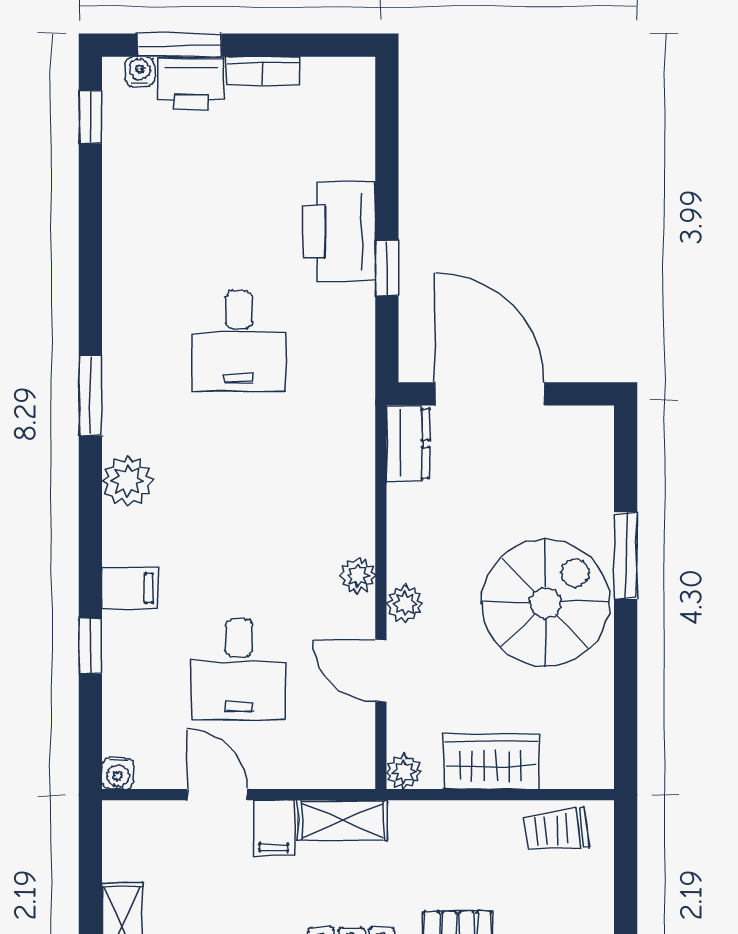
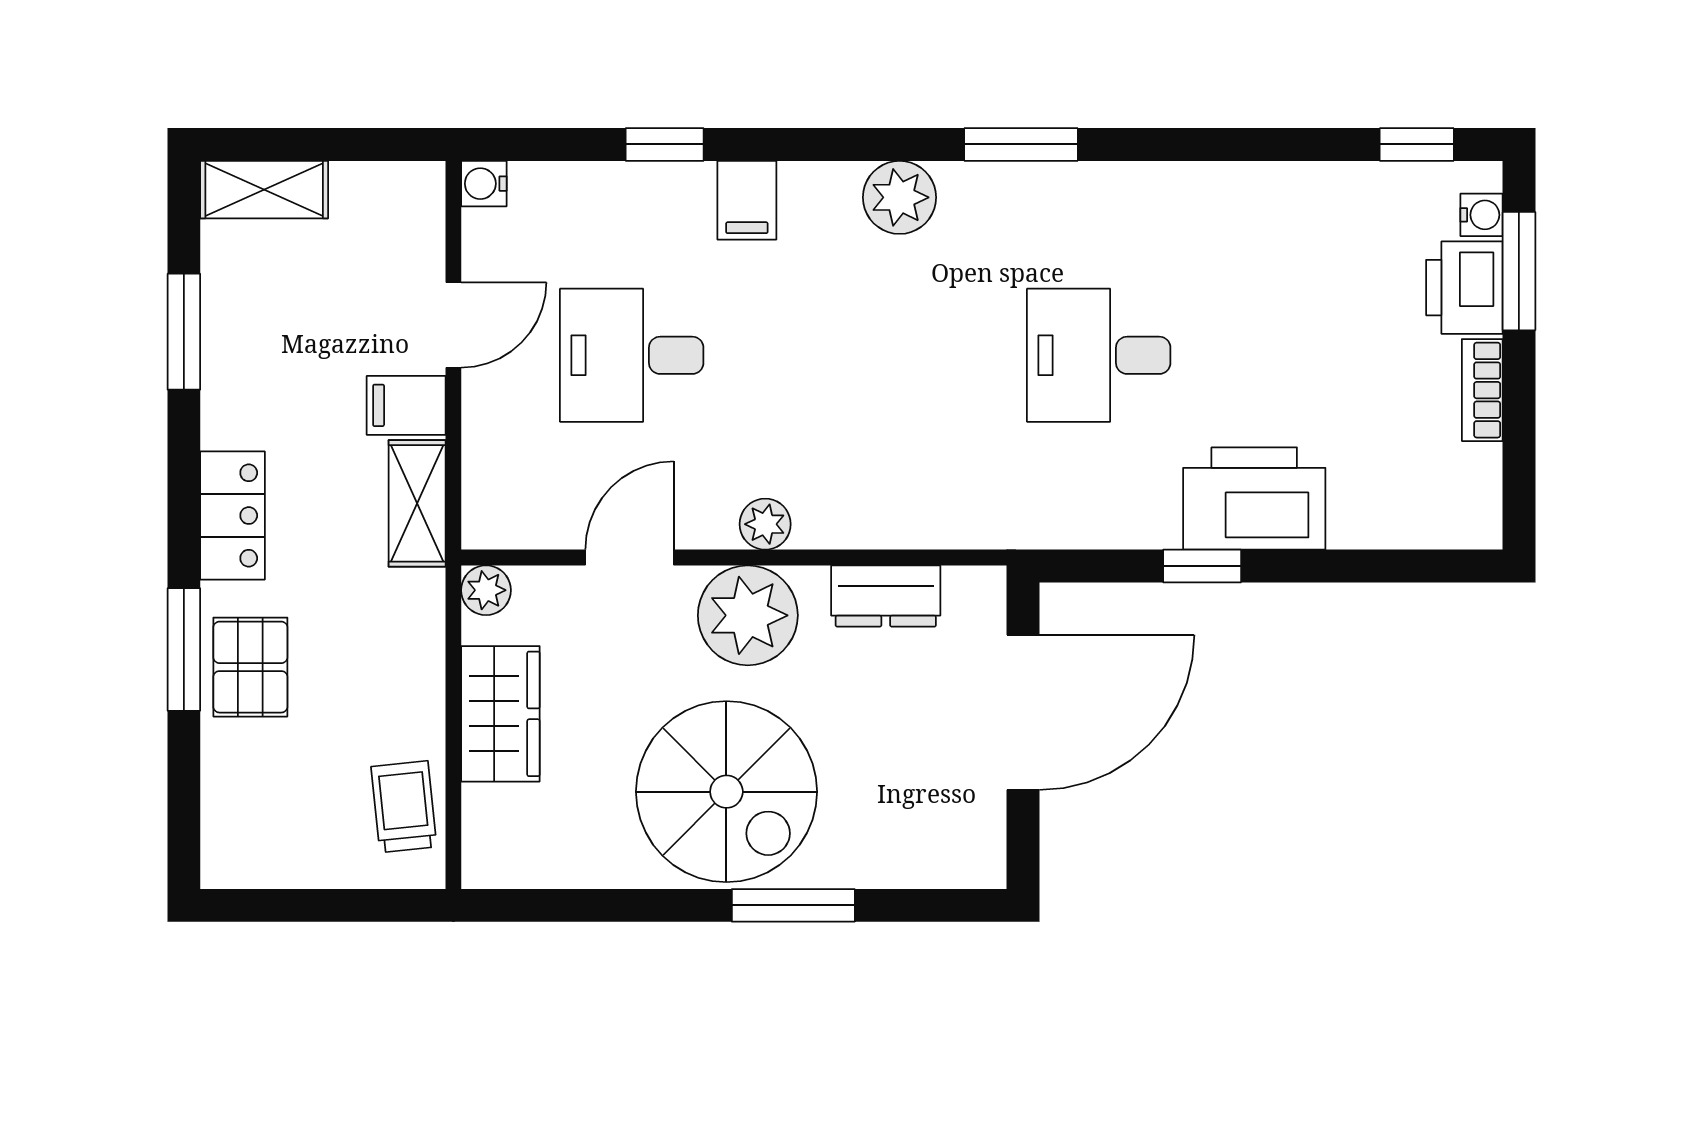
dresser: (408, 444) -> (886, 596), moved
plant: (405, 604) -> (748, 615), width x1.88, depth x1.88

